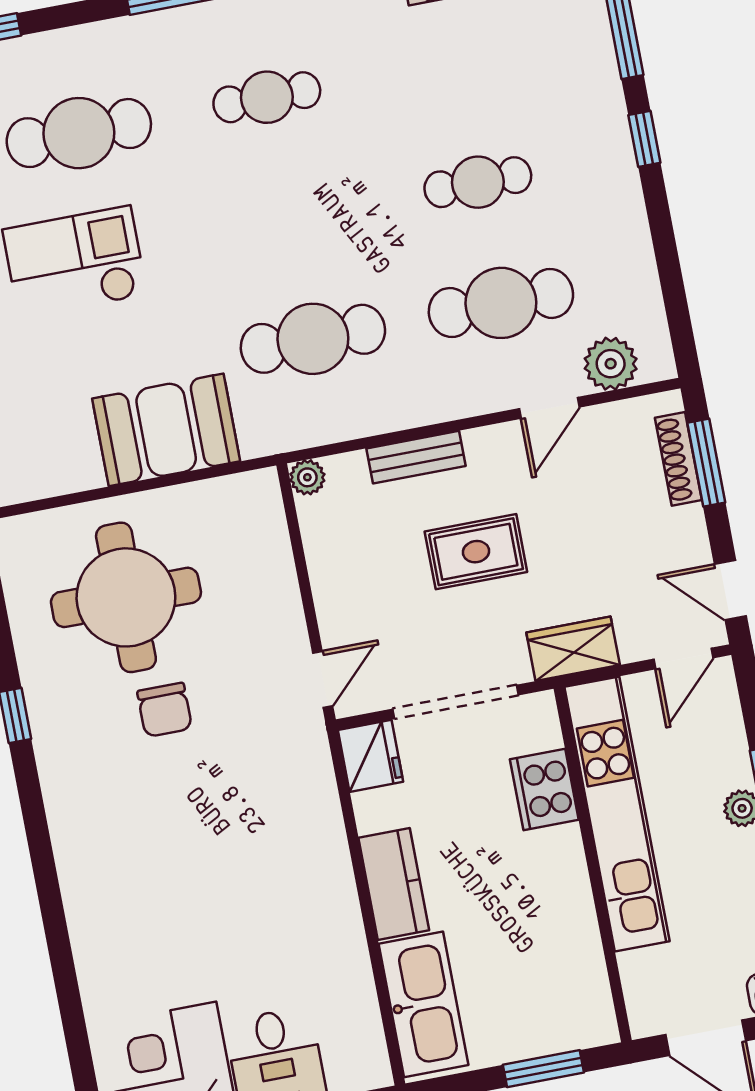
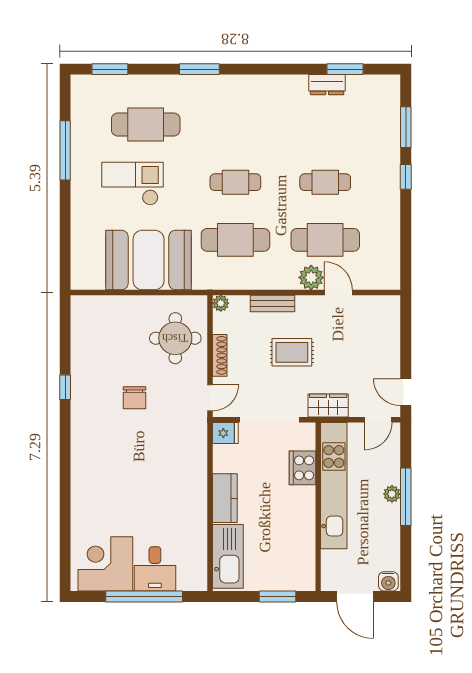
cafe table: (267, 97) -> (235, 182), moved
plant: (611, 364) -> (311, 278), moved
door: (549, 408) -> (338, 292), swing flipped
booth: (166, 430) -> (149, 260), width x1.36, depth x1.42
shoe rack: (678, 459) -> (220, 355), moved, turned 180
window: (706, 463) -> (406, 332), removed
round table: (126, 597) -> (175, 338), moved, width x0.73, depth x0.73
fridge: (371, 756) -> (225, 433), width x0.72

